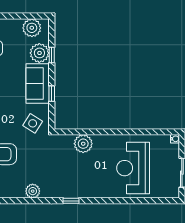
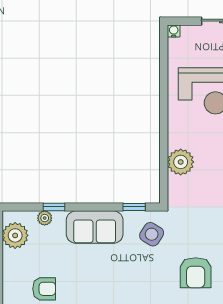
plant: (39, 53) -> (45, 218), width x0.53, depth x0.53
window: (52, 94) -> (134, 207), moved

